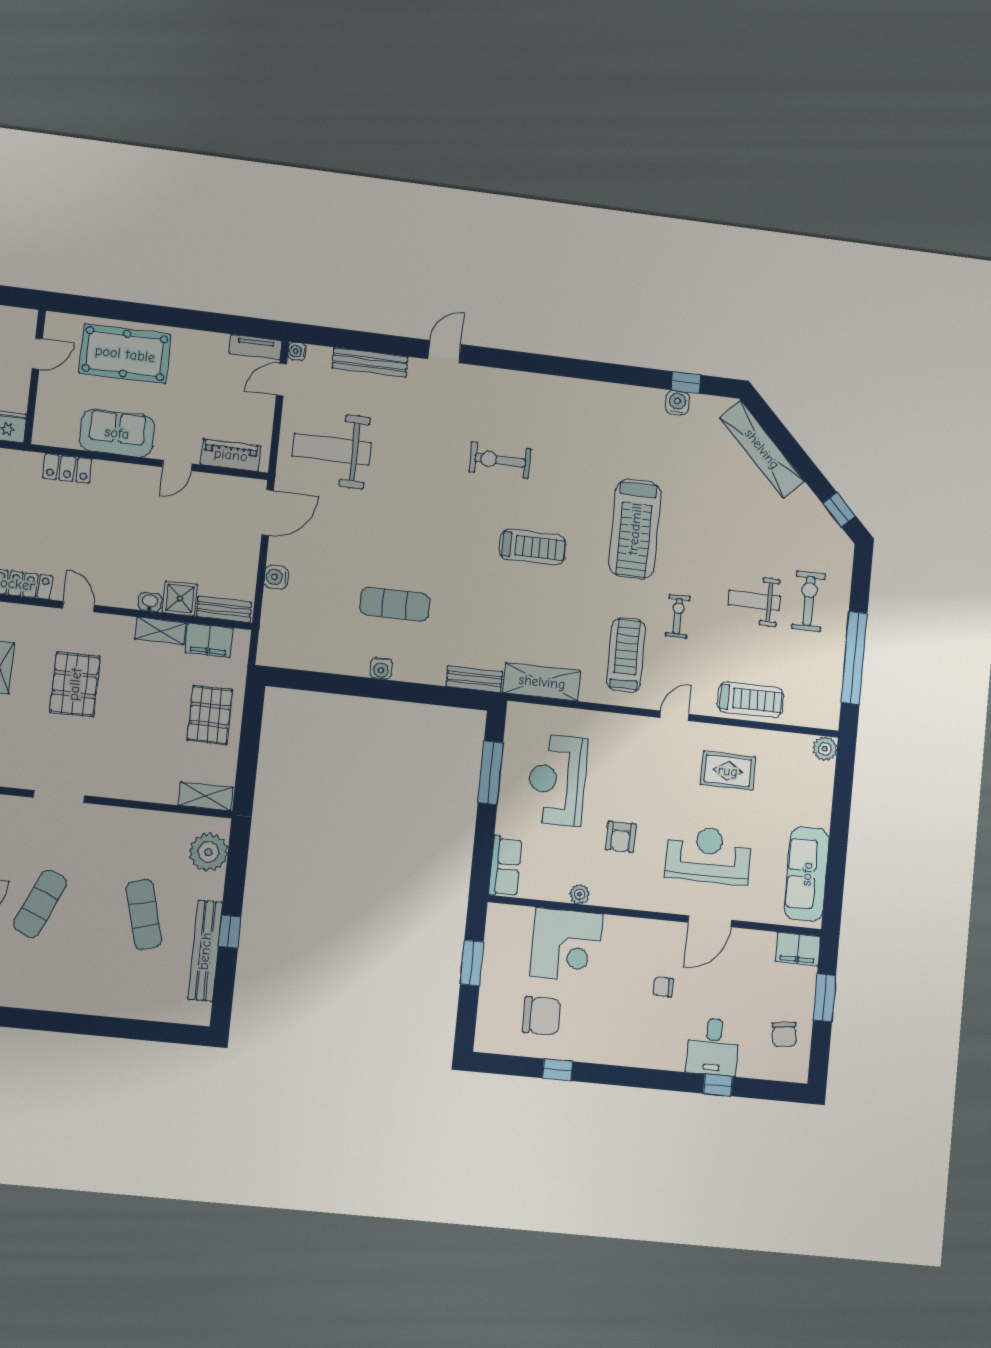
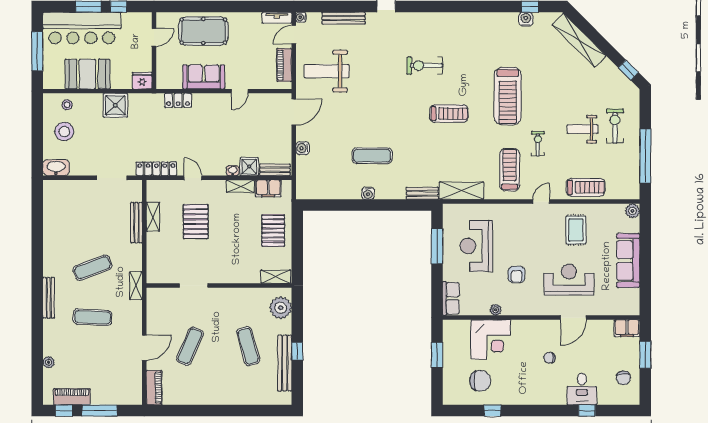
piano: (231, 455) -> (284, 65), moved, turned -90
rug: (728, 771) -> (576, 230), turned 90
sofa: (807, 874) -> (628, 260), moved

